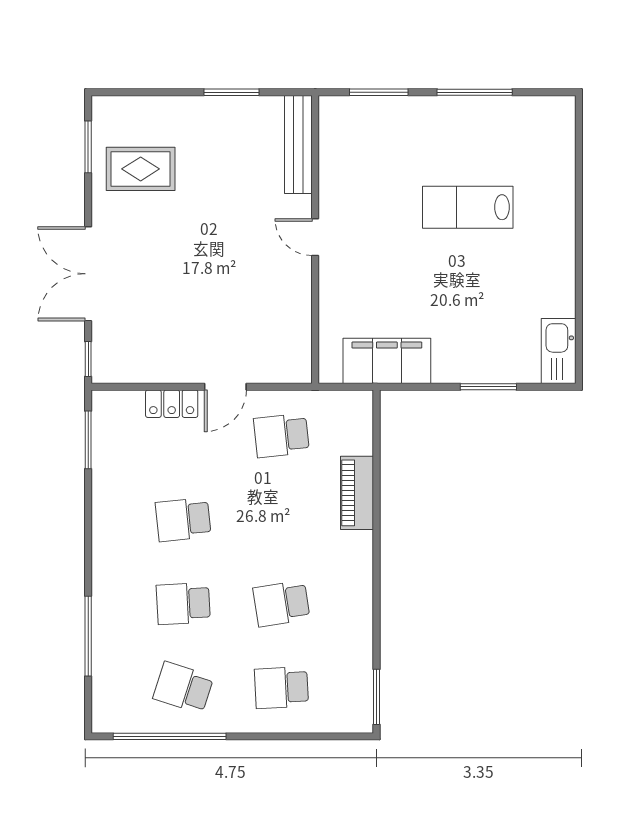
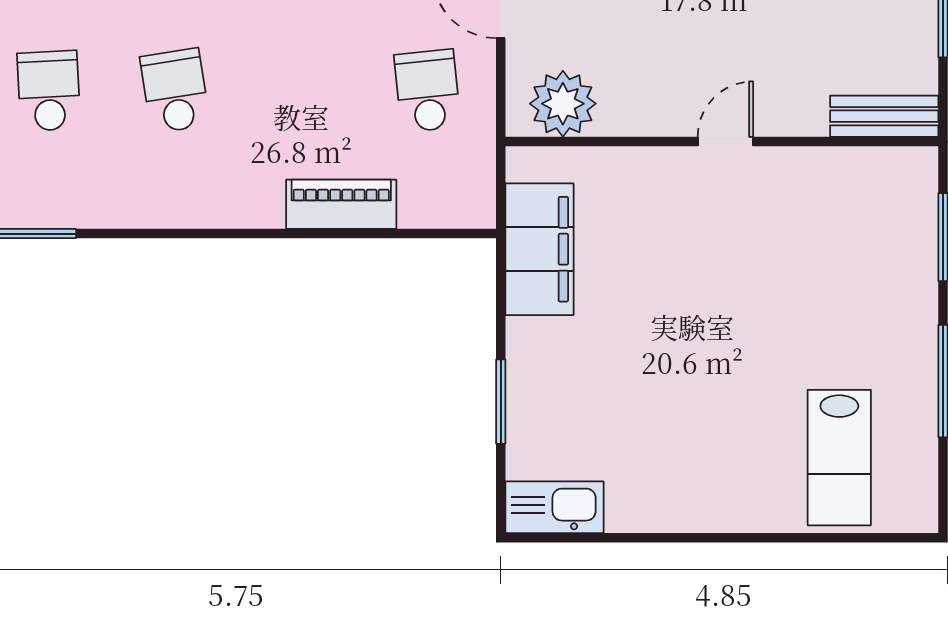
bench: (298, 145) -> (884, 116), width x0.73
lab bench: (468, 207) -> (839, 458), moved, turned 180
plant: (290, 345) -> (563, 104), added

